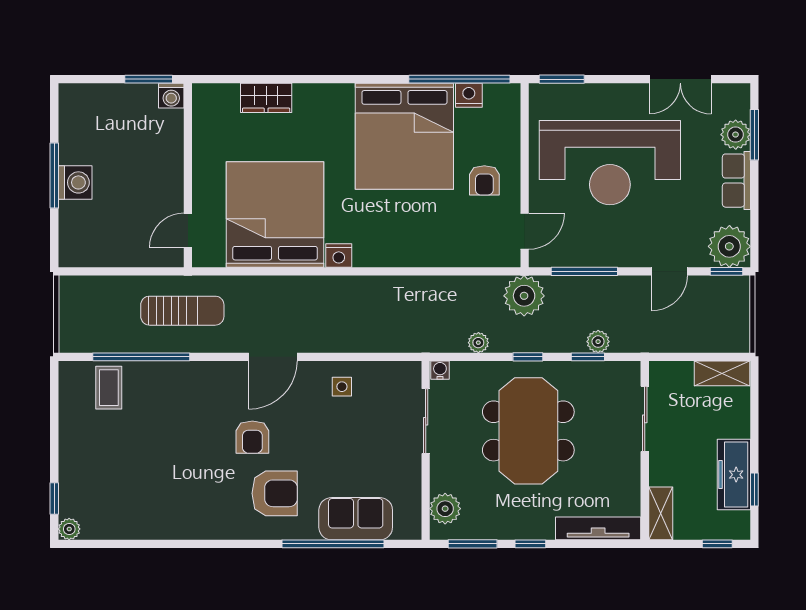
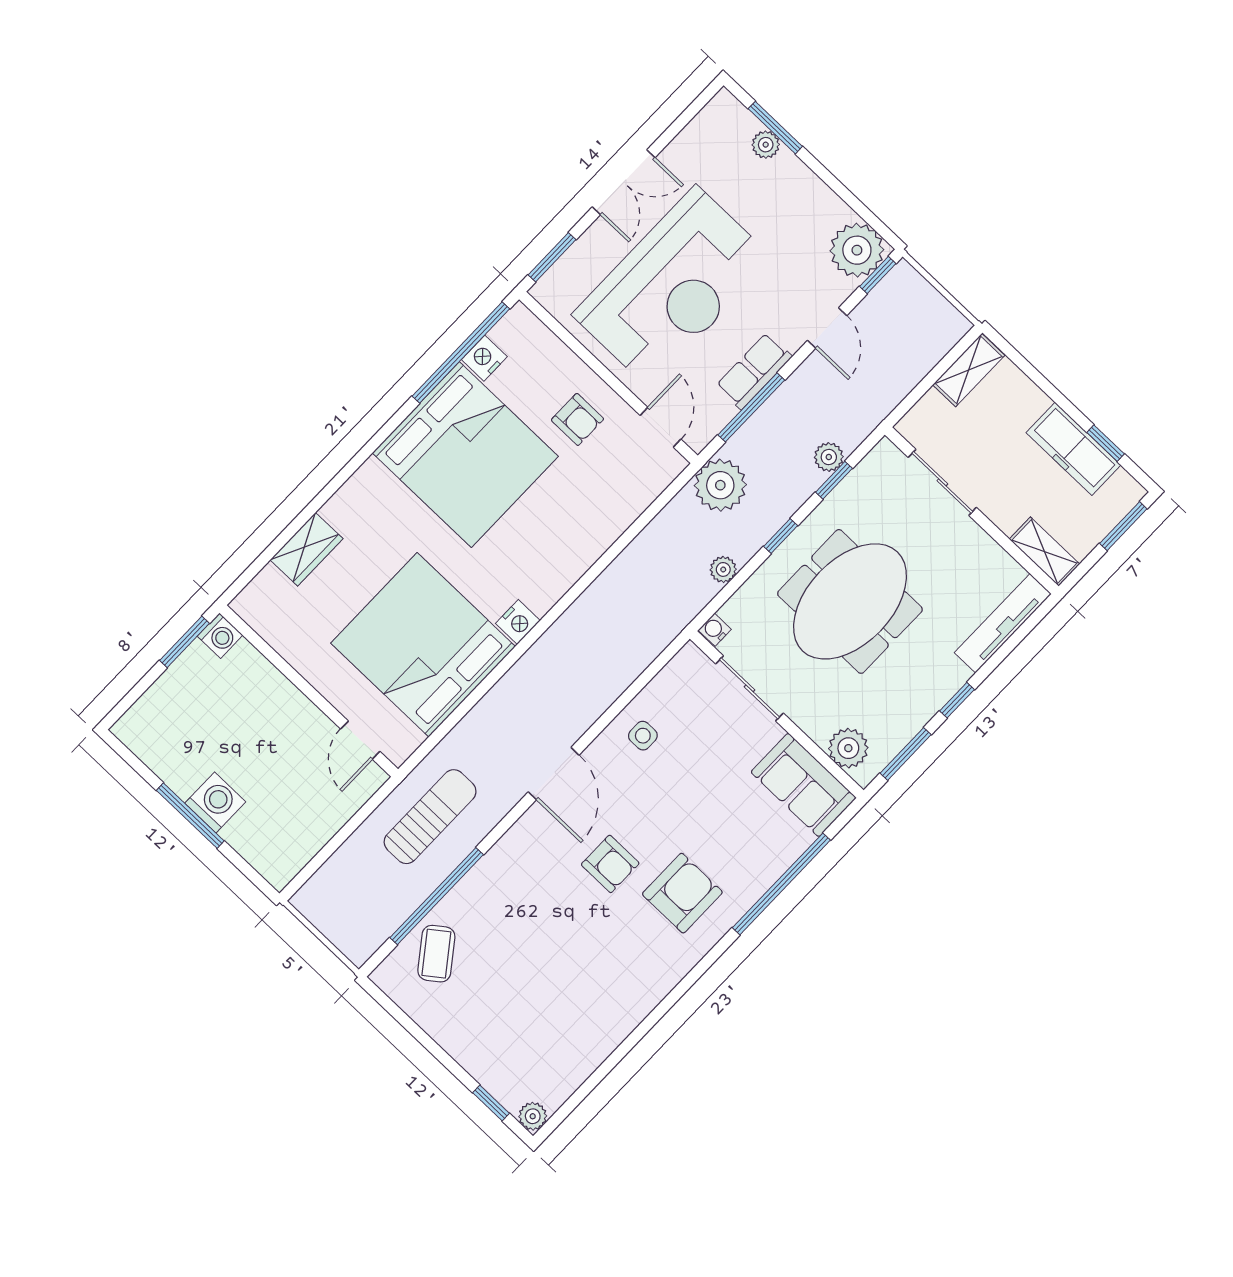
double door: (680, 79) -> (624, 182), moved
plant: (736, 135) -> (766, 145), width x0.73, depth x0.73
row of seats: (736, 181) -> (754, 371), moved, turned 90
coffee table: (109, 388) -> (436, 954), turned 53
meeting table: (528, 431) -> (850, 601), turned 90
sofa: (356, 519) -> (803, 785), moved, turned -90
window: (717, 544) -> (1123, 526), width x1.50

